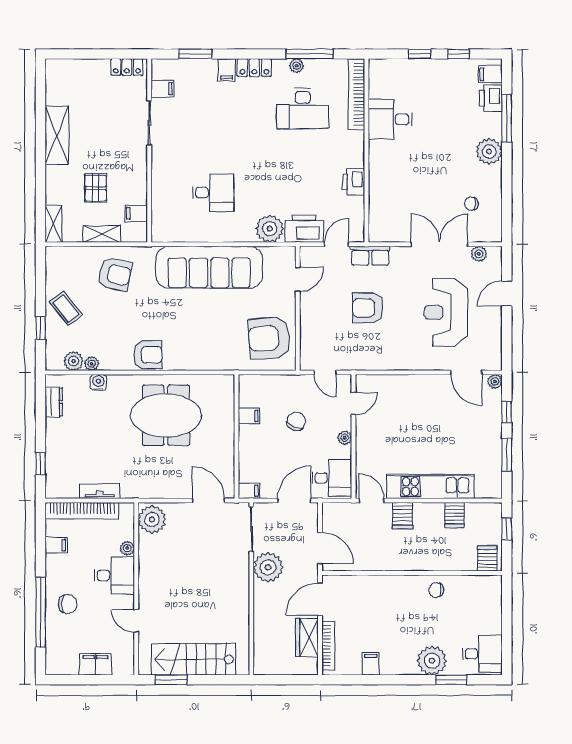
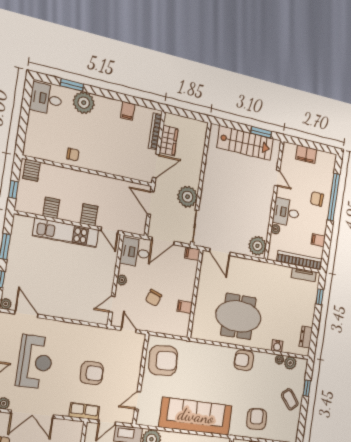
armchair: (115, 274) -> (257, 419), turned 75
tv unit: (100, 491) -> (304, 275), moved

